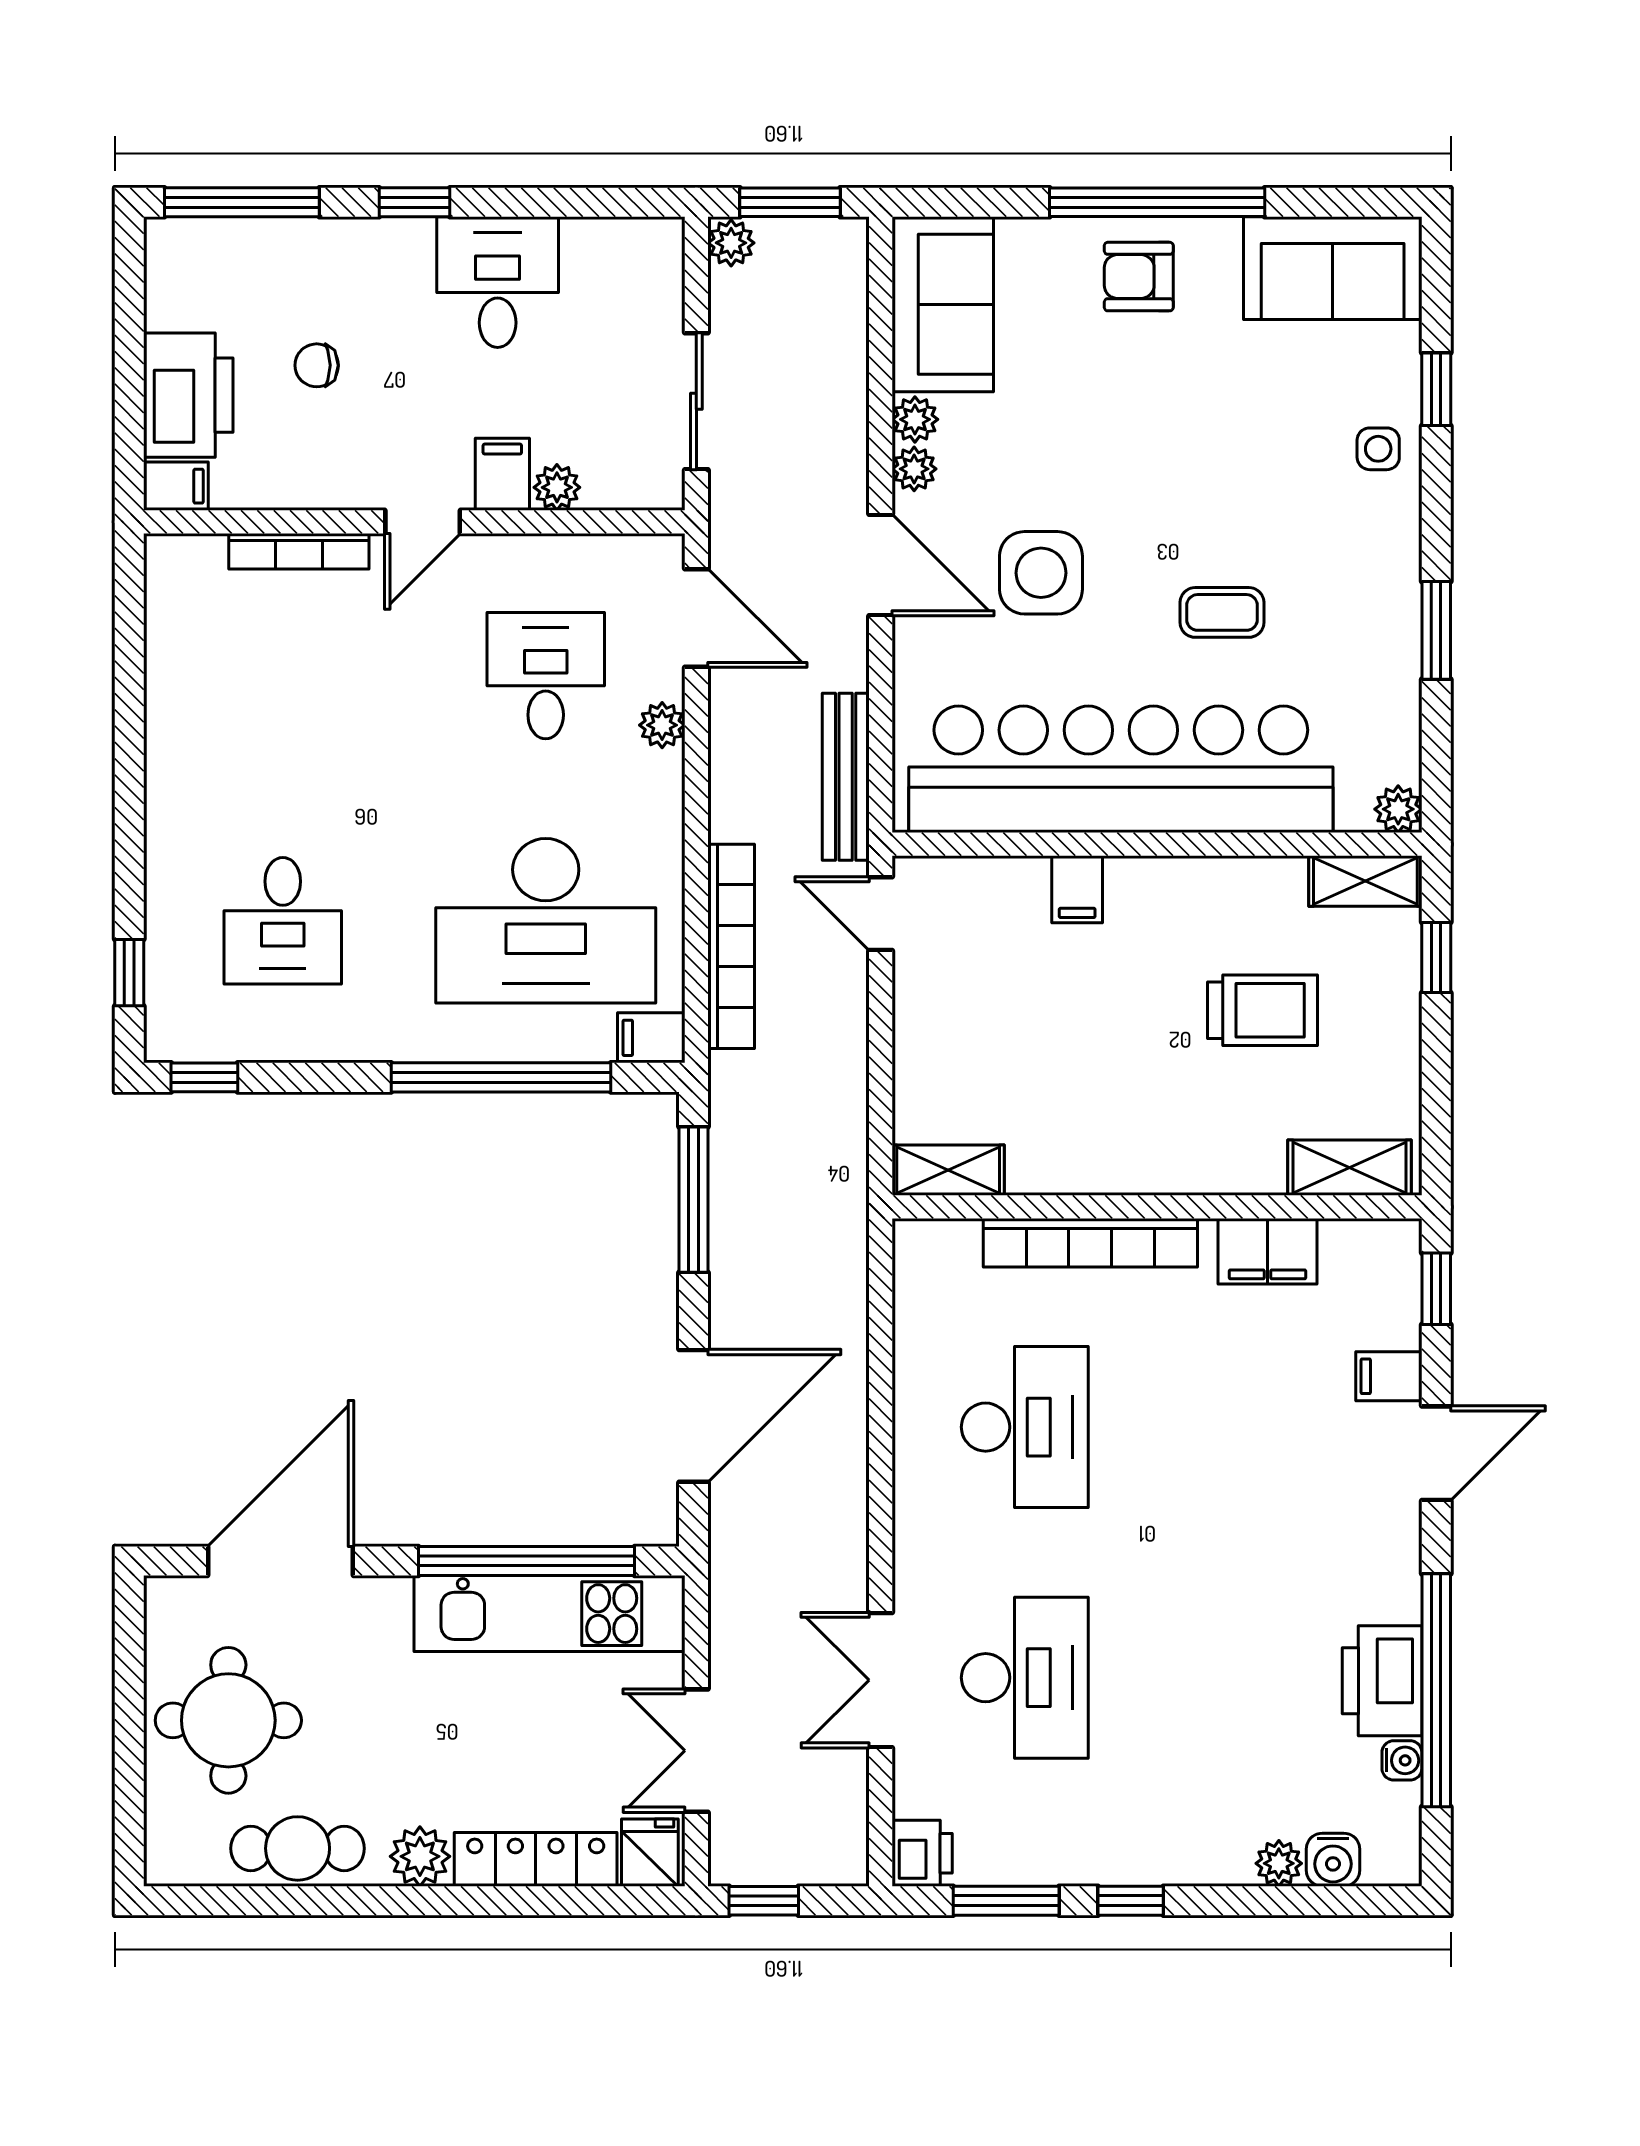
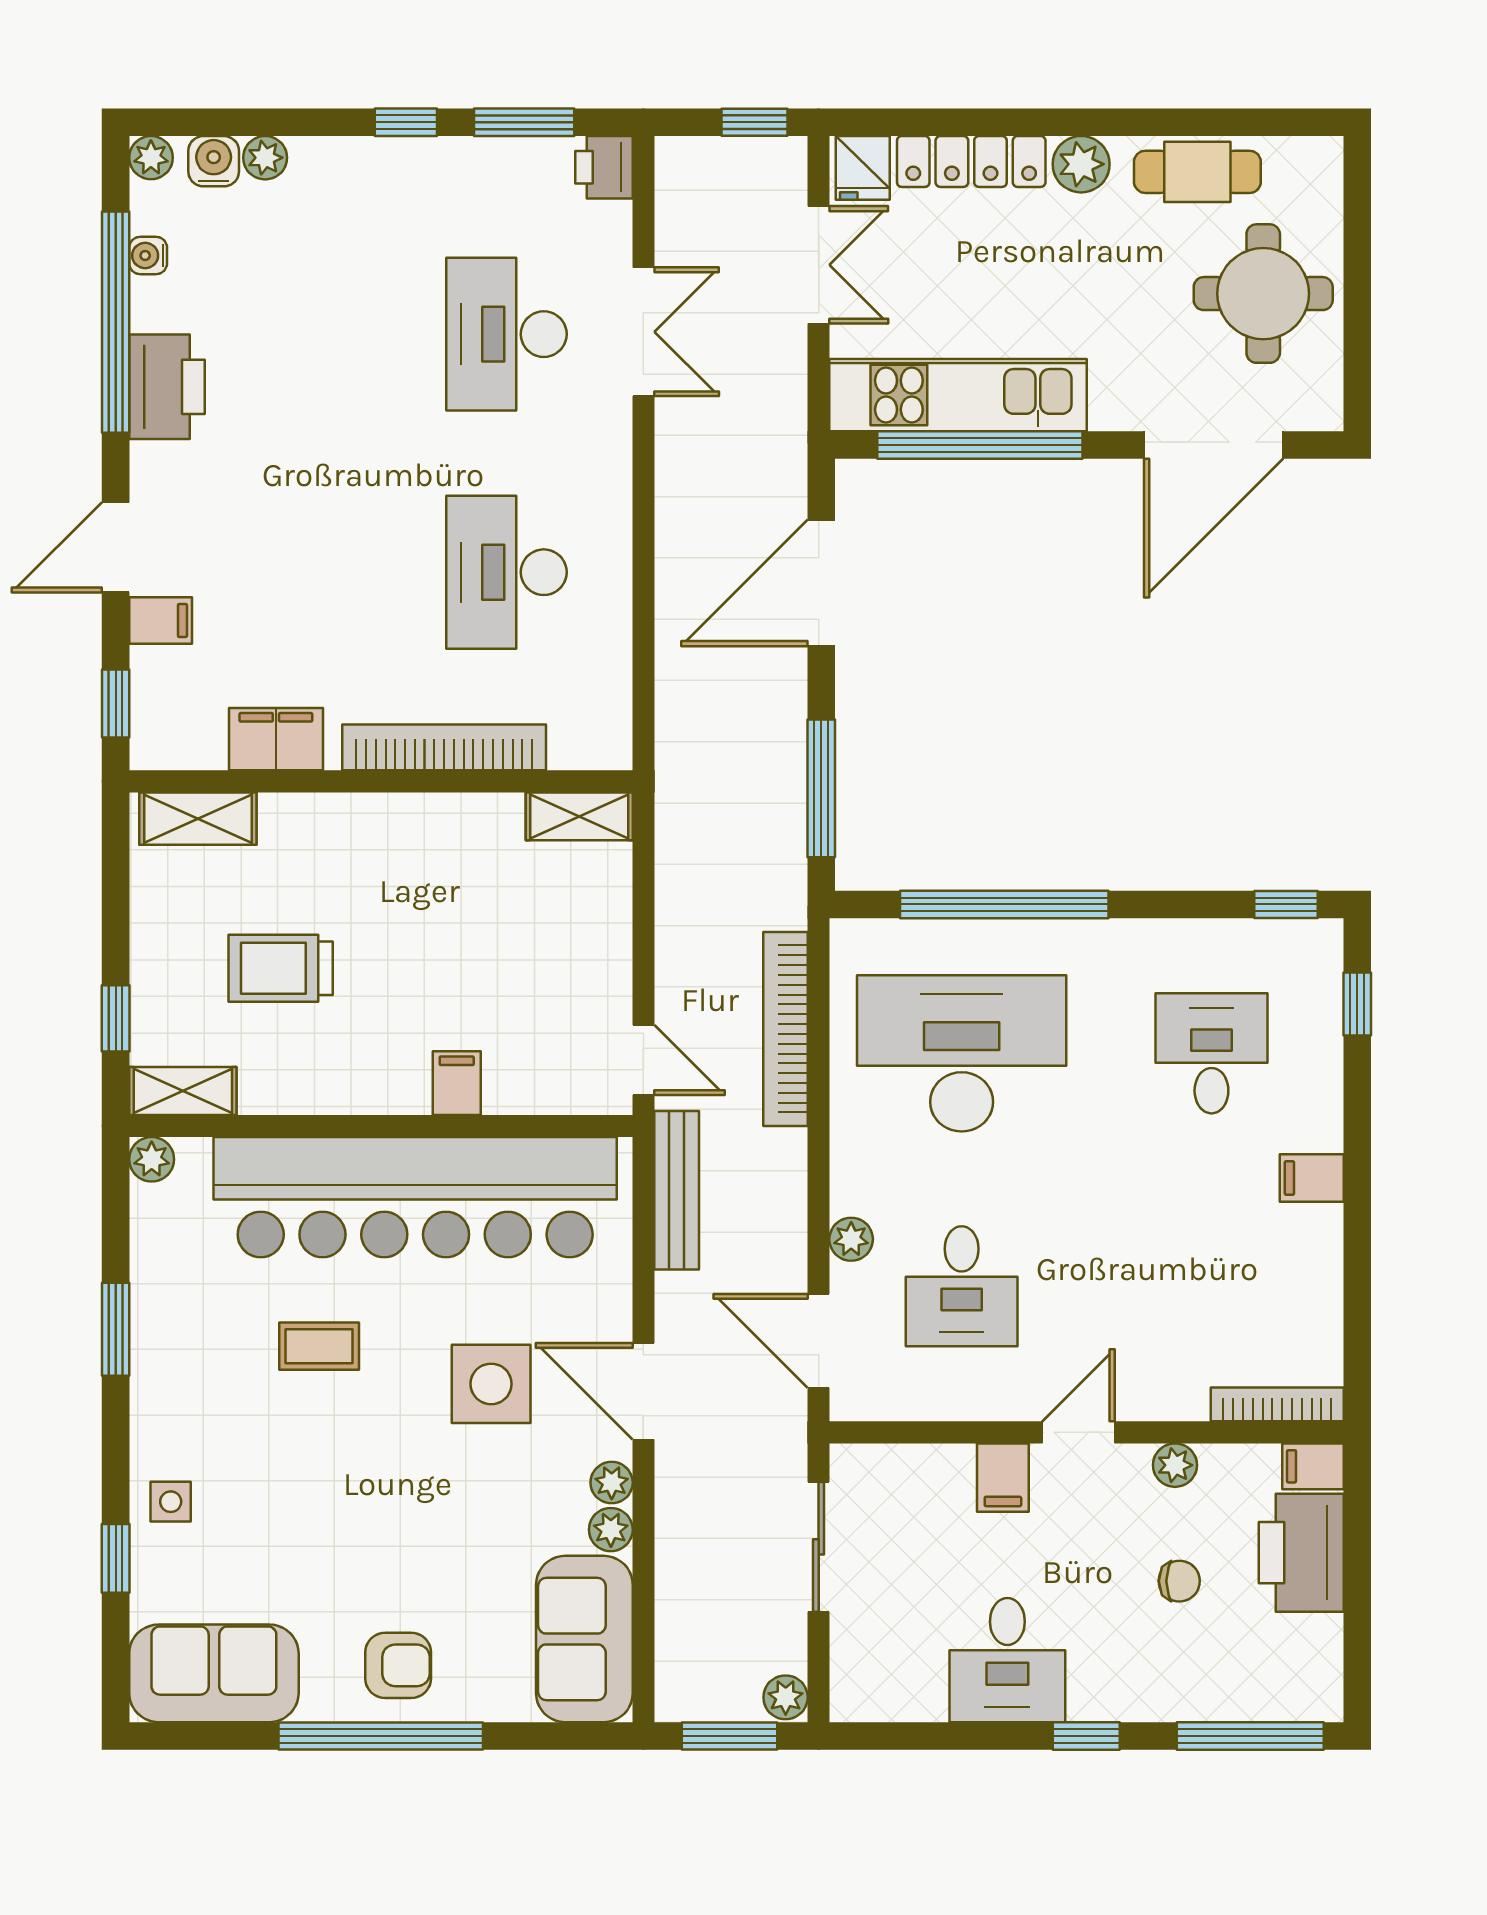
plant: (557, 487) -> (1175, 1465), moved
bookcase: (299, 551) -> (1277, 1404), moved
filing cabinet: (651, 1038) -> (1312, 1178), moved, turned 180
printer: (1382, 1681) -> (167, 387), moved
plant: (1399, 1863) -> (151, 158), added

